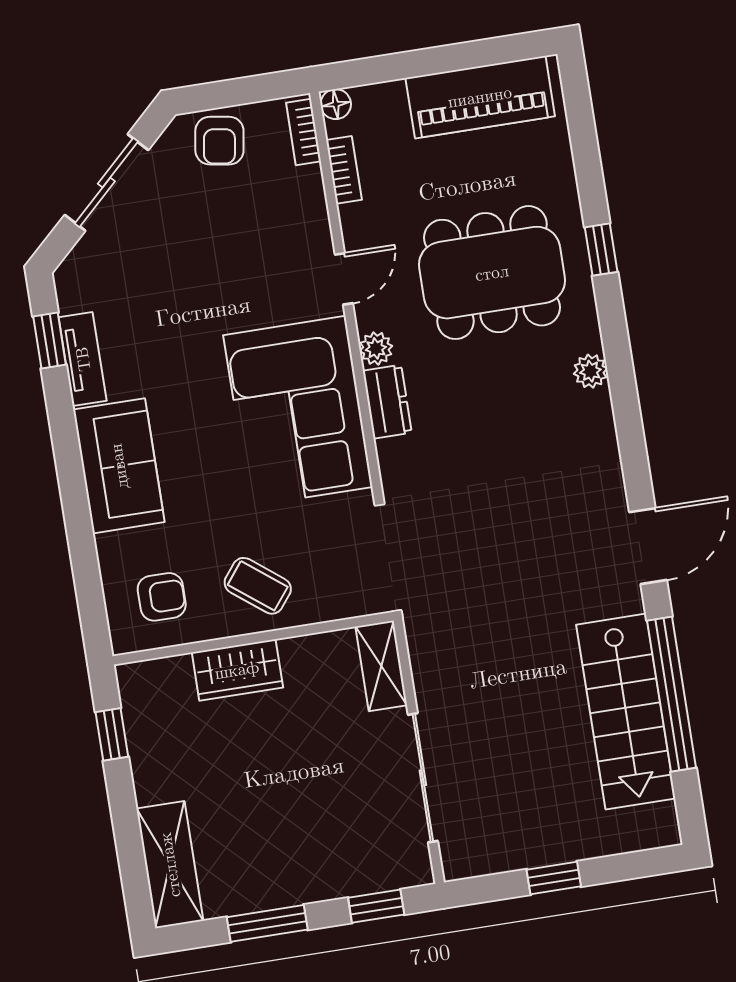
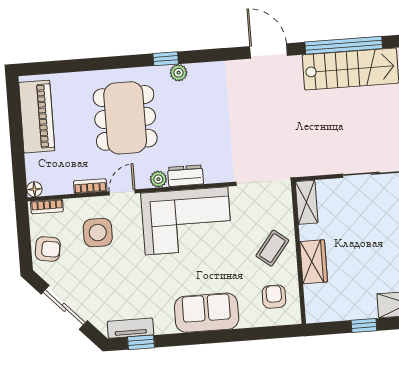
bookcase: (344, 170) -> (90, 186), moved
side table: (260, 237) -> (98, 233), added
window: (601, 250) -> (166, 59), moved
door: (344, 279) -> (122, 192), hinge flipped
tv unit: (83, 359) -> (130, 328), moved
shelving: (381, 666) -> (307, 202), moved, turned 90
window: (112, 734) -> (364, 326), moved

